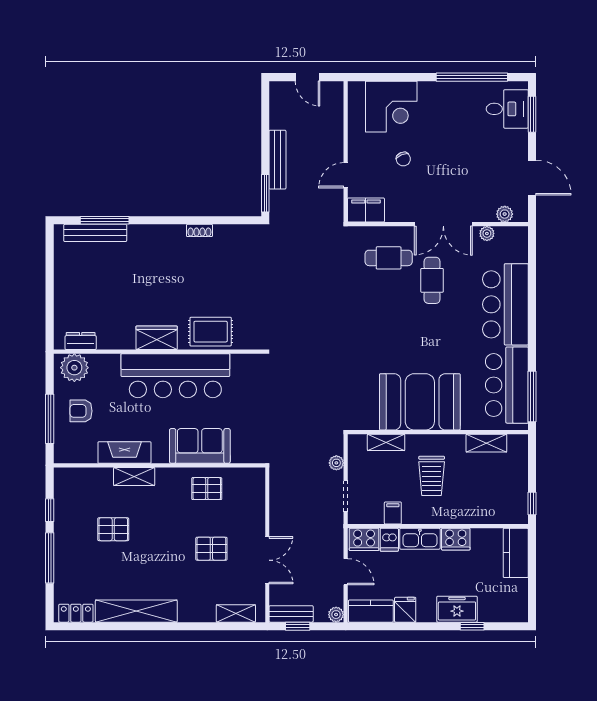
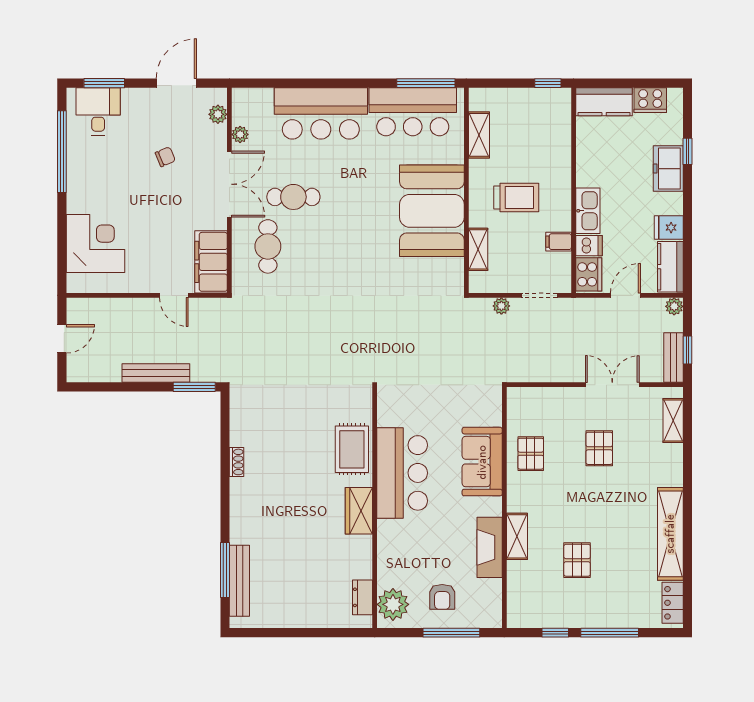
chair: (403, 159) -> (165, 157), moved
filing cabinet: (366, 210) -> (211, 262), width x1.50, depth x1.17
bar counter: (175, 376) -> (402, 473), width x0.73
cooker: (456, 539) -> (650, 100), moved, turned 90

